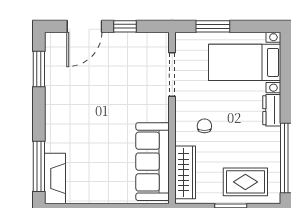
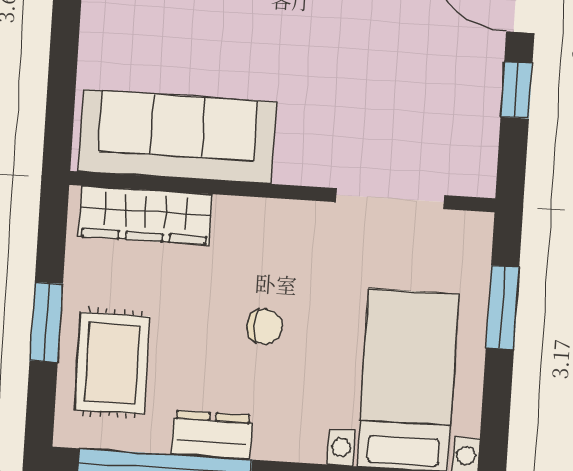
dresser: (272, 110) -> (212, 435), moved
chair: (204, 126) -> (265, 326), moved

